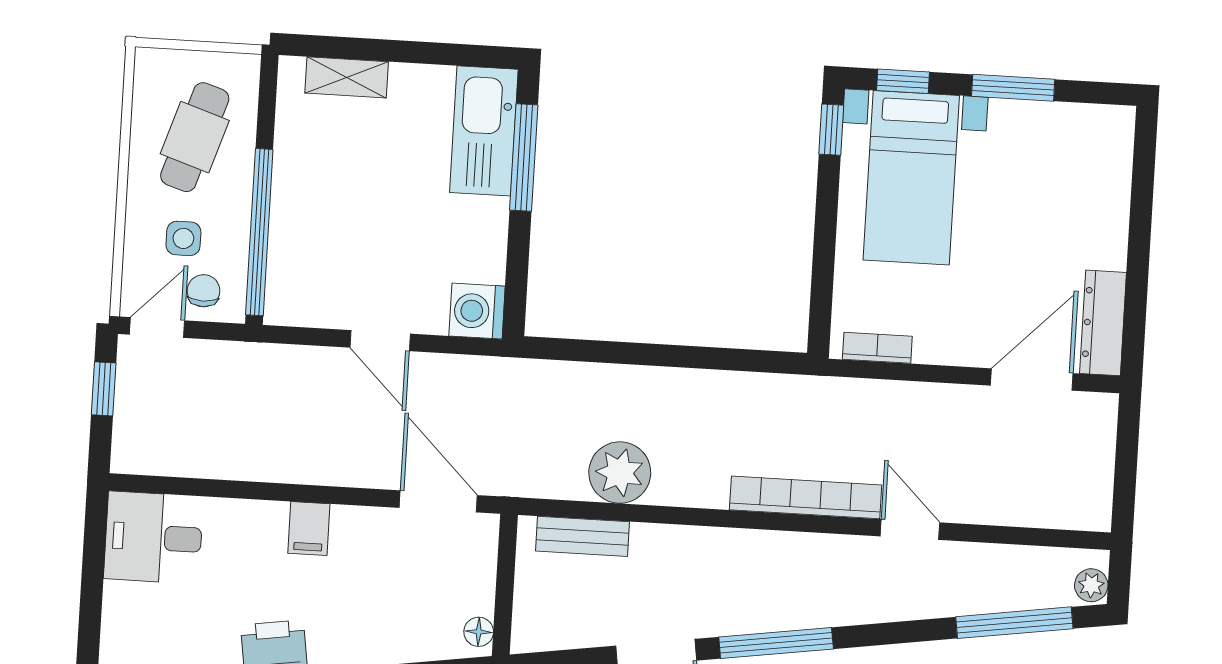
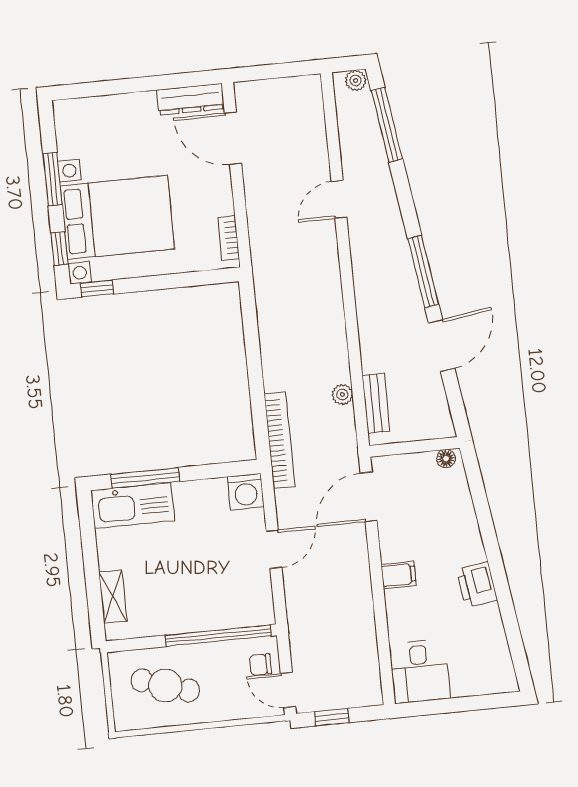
bed with nightstands: (911, 178) -> (117, 217), width x1.36
side table: (183, 238) -> (230, 682), removed
plant: (620, 473) -> (342, 394), width x0.53, depth x0.53
bookcase: (806, 497) -> (280, 440), moved, turned 180

